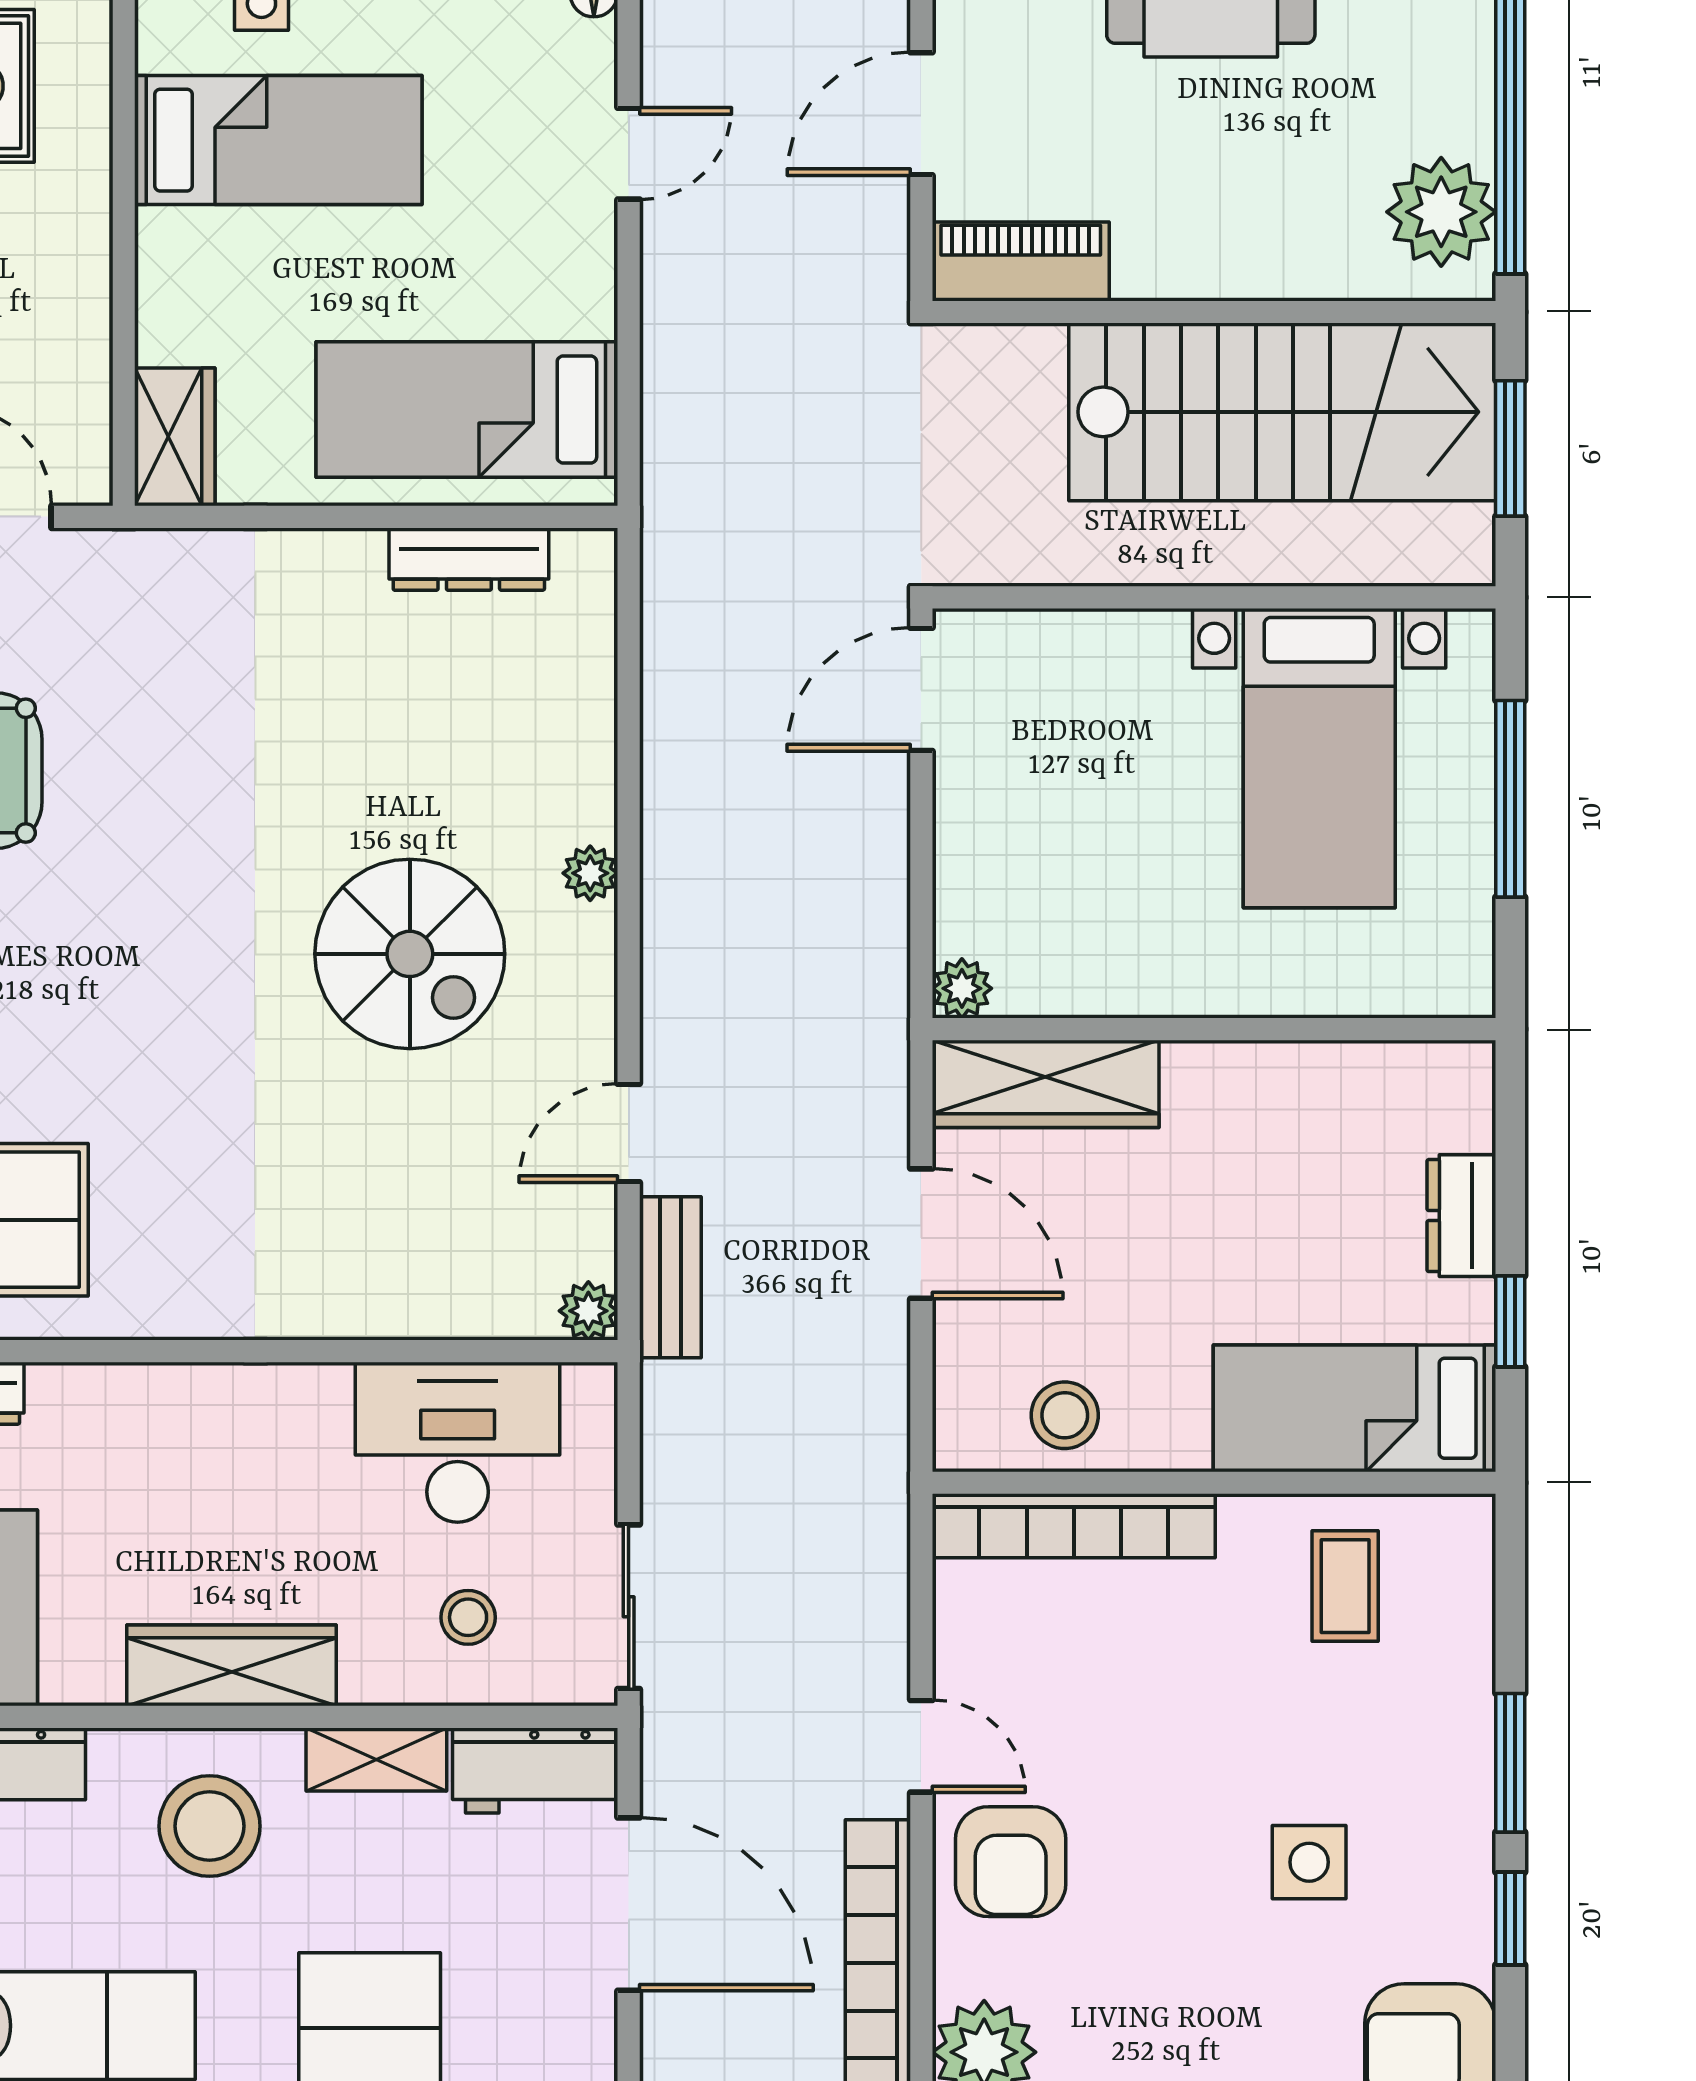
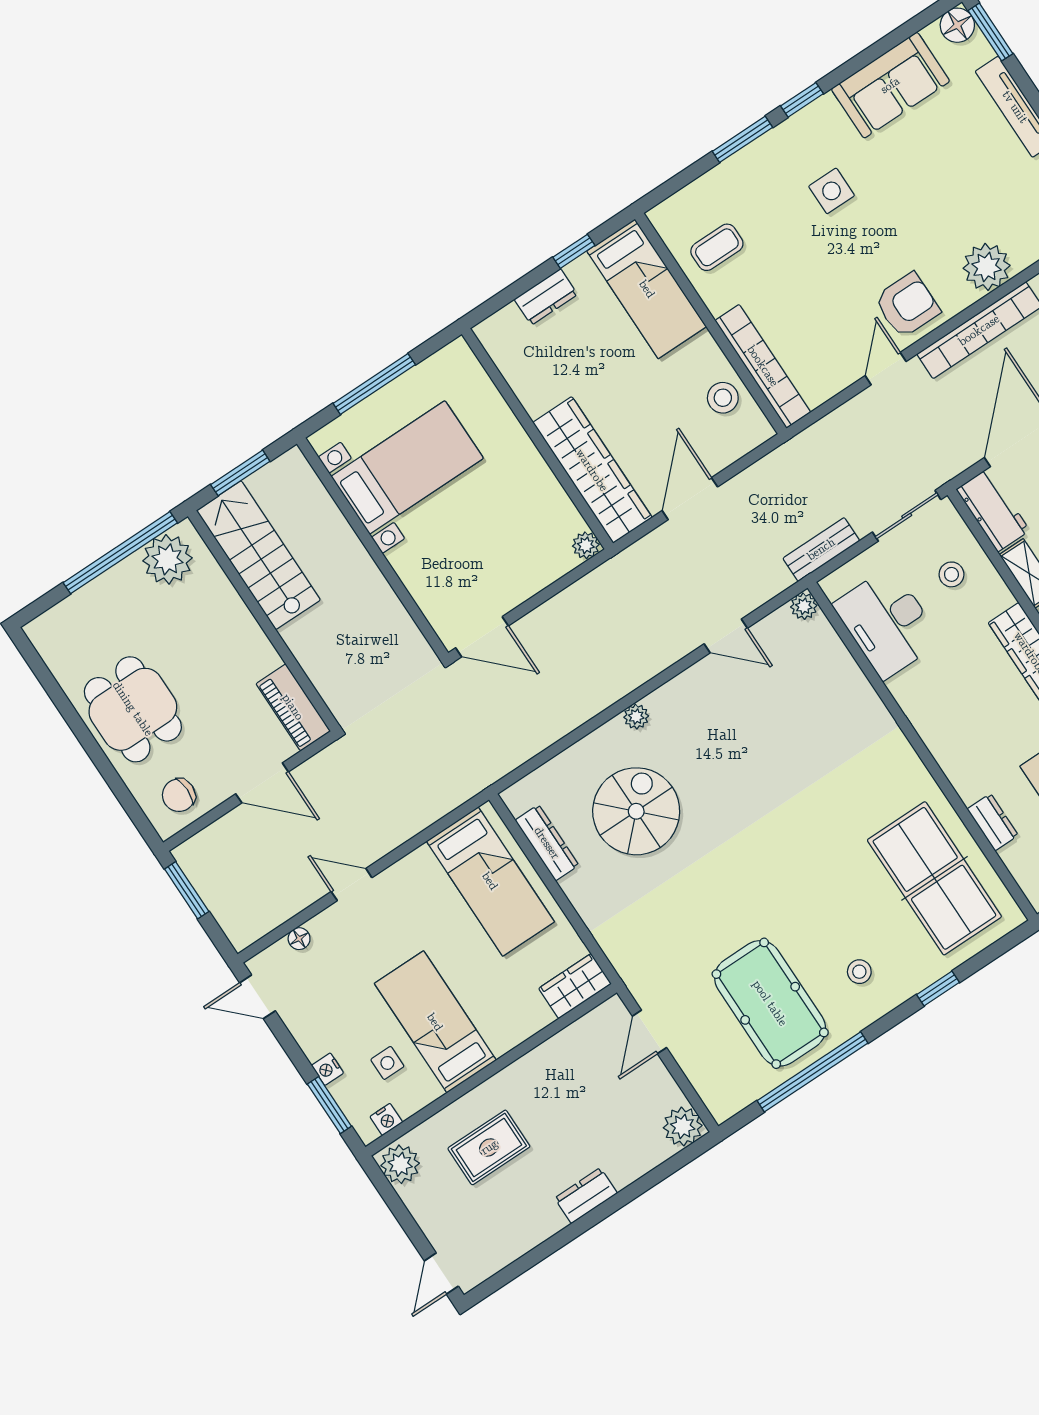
stairs: (1282, 412) -> (258, 555), width x0.73, depth x0.66
spiral stairs: (410, 954) -> (636, 811), moved
wardrobe: (1046, 1084) -> (592, 470), width x1.40, depth x1.17
bench: (670, 1277) -> (821, 549), moved

